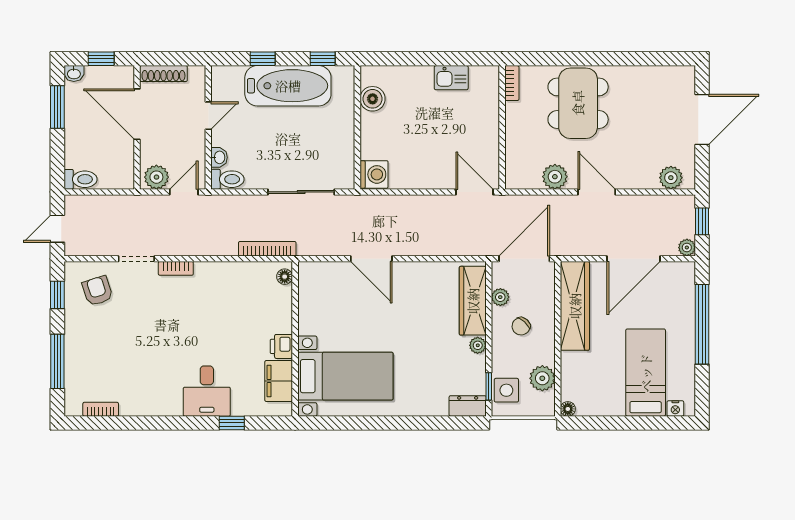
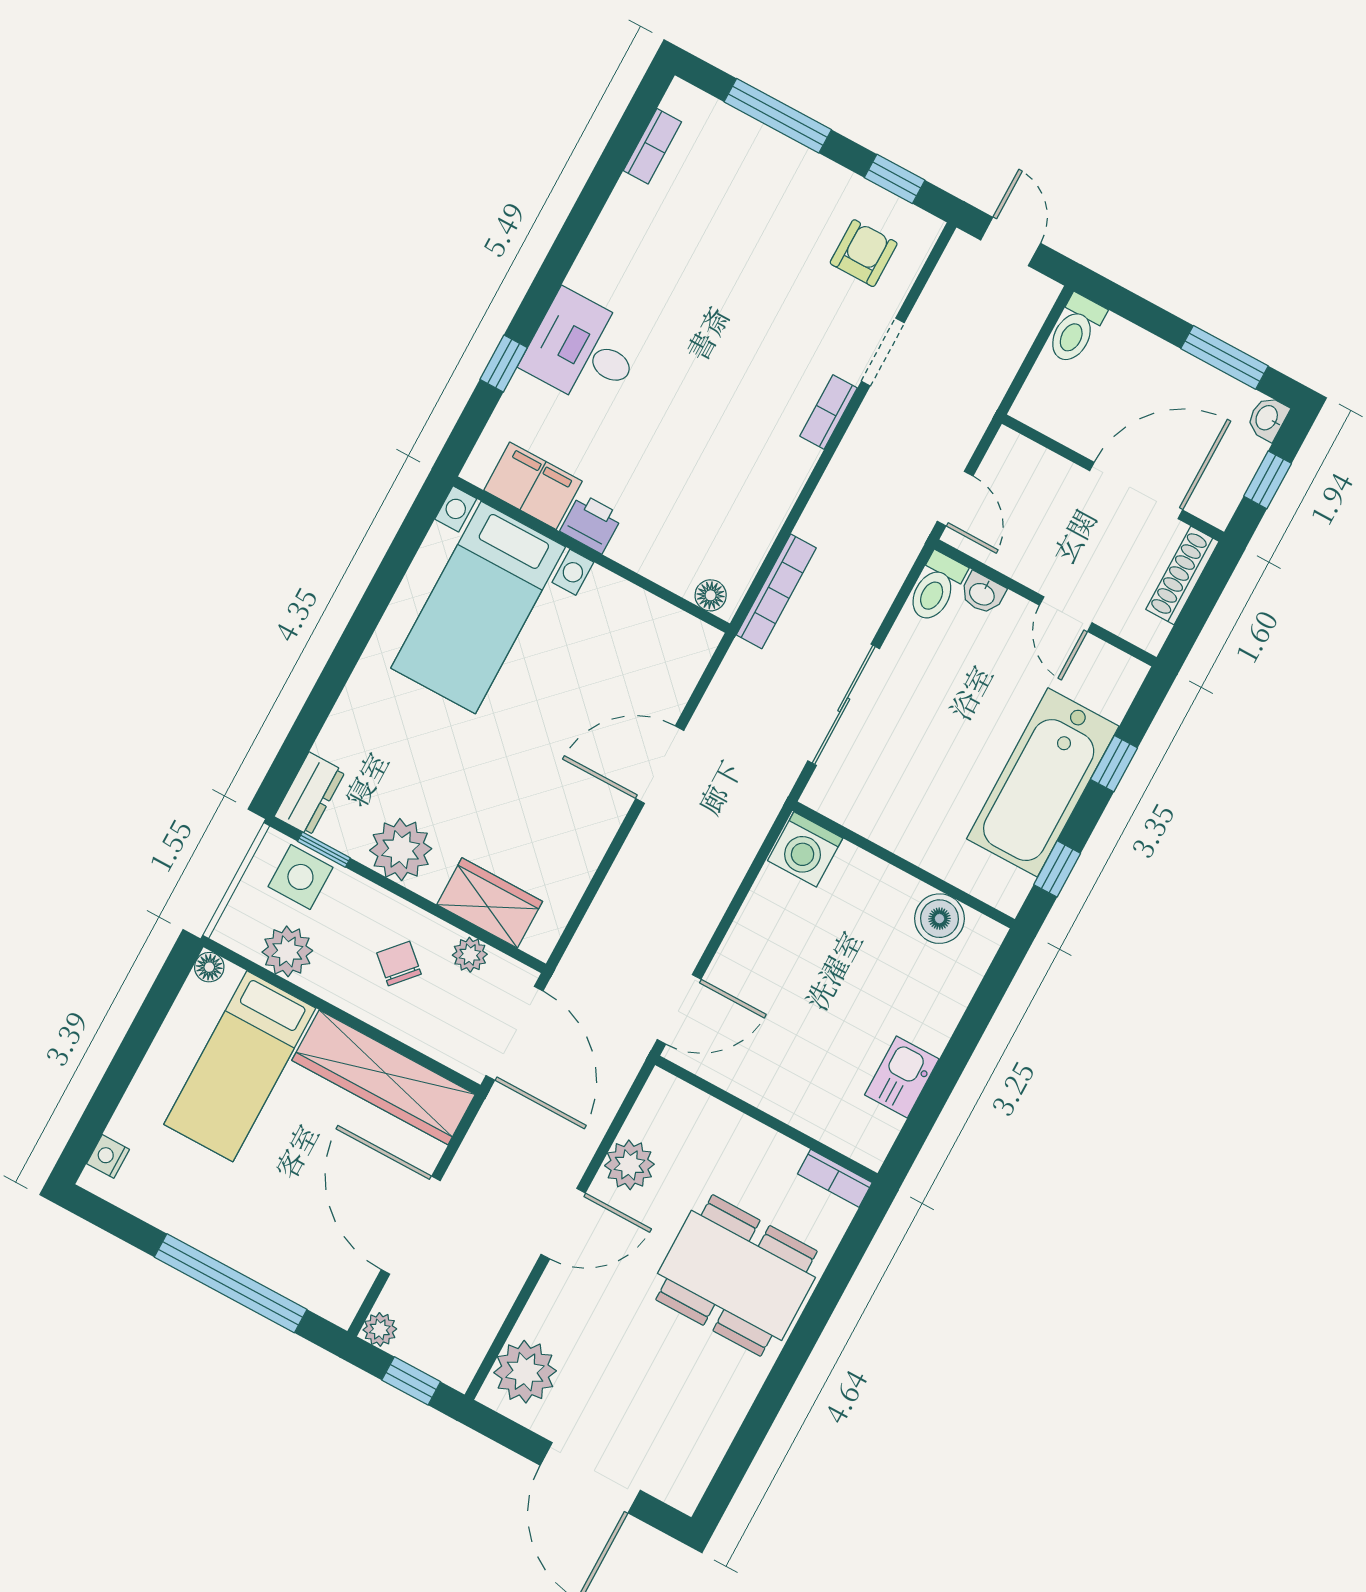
plant: (156, 177) -> (1007, 465), removed
plant: (671, 178) -> (525, 1372), width x1.36, depth x1.36
armchair: (97, 291) -> (864, 253), turned -72
wardrobe: (473, 301) -> (490, 903), width x0.67
plant: (478, 345) -> (401, 850), width x1.87, depth x1.87
bed: (646, 373) -> (240, 1066), moved, turned 90

